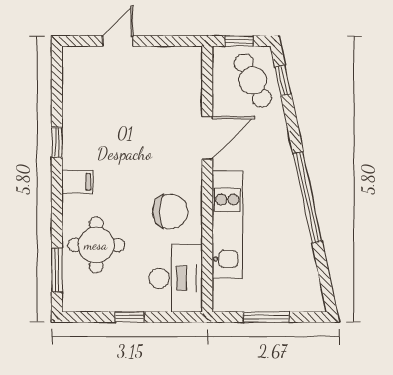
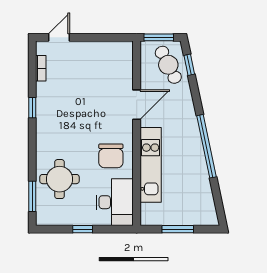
door: (118, 41) -> (59, 37), moved
window: (239, 41) -> (159, 37), width x1.50
bookcase: (69, 85) -> (41, 68), added
filing cabinet: (77, 182) -> (46, 135), removed
chair: (170, 212) -> (111, 156), turned 90

